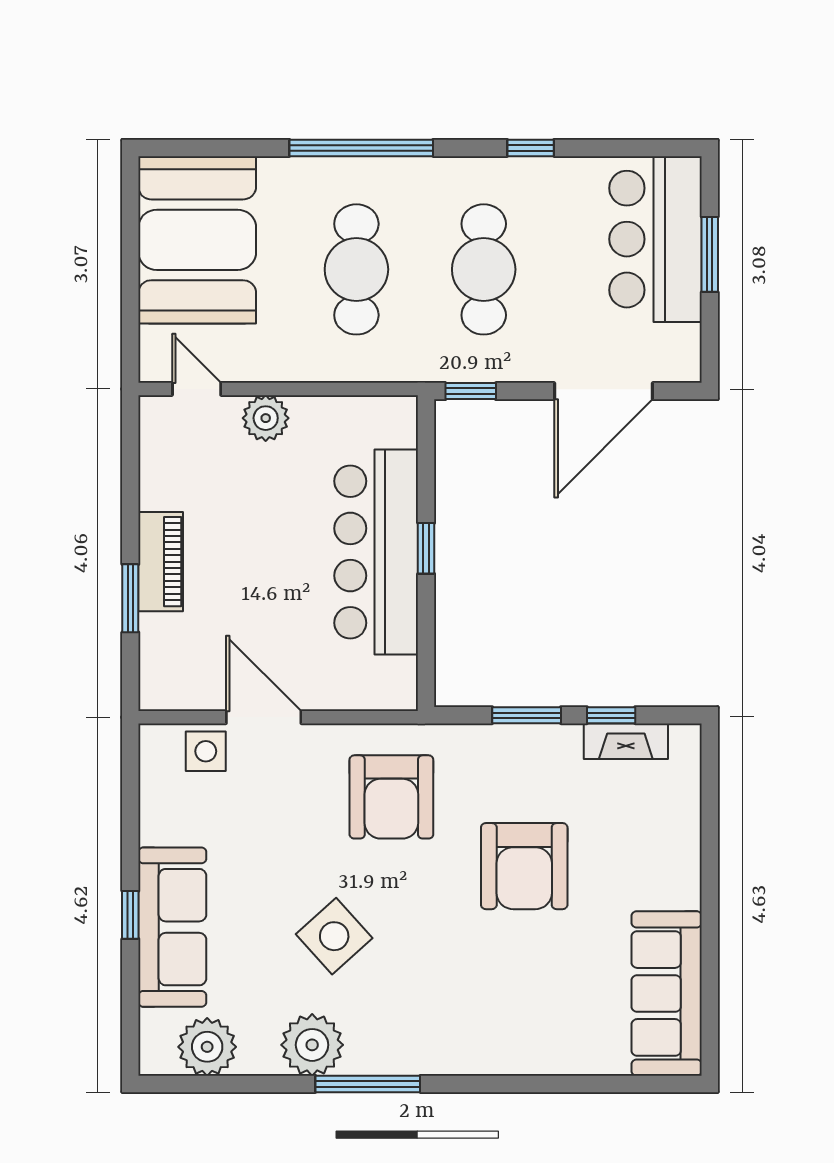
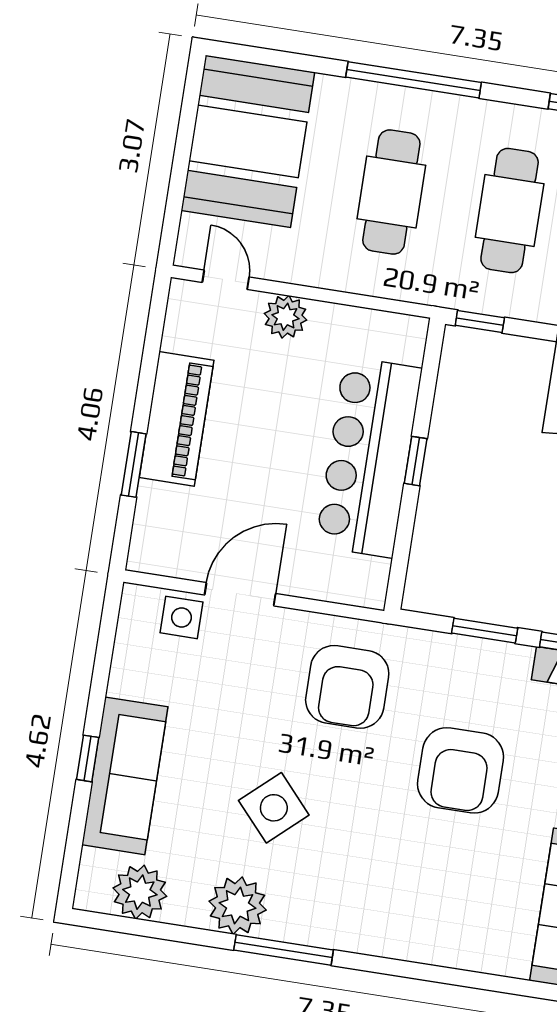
piano: (161, 562) -> (177, 419), width x1.37, depth x1.33
door: (264, 717) -> (240, 594), hinge flipped

